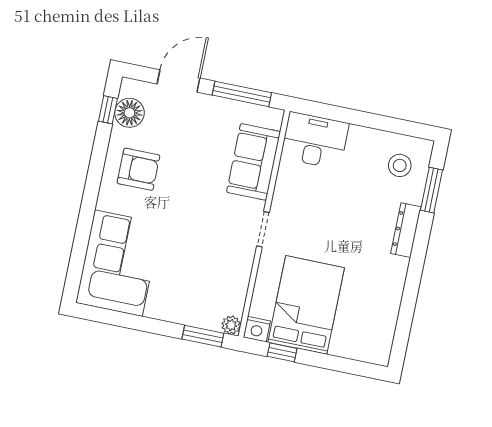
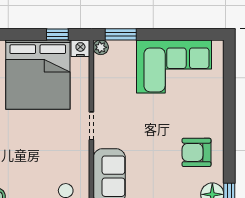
corner sofa: (118, 263) -> (174, 66), moved, turned -90
bed: (306, 305) -> (38, 75), width x1.36

